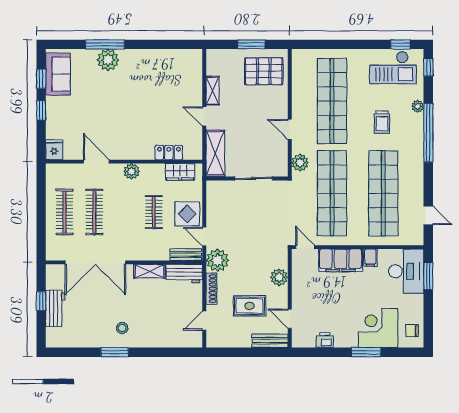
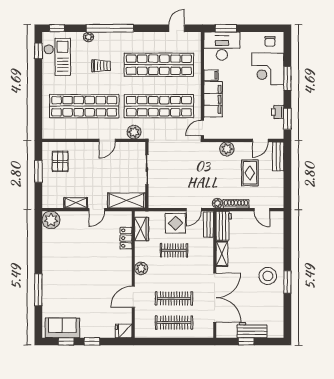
plant: (108, 60) -> (51, 220), moved
pallet: (264, 71) -> (60, 161), width x0.67, depth x0.71
plant: (217, 260) -> (217, 203), width x0.53, depth x0.53
stool: (122, 328) -> (268, 276), width x1.89, depth x1.89
window: (316, 352) -> (287, 119), added

